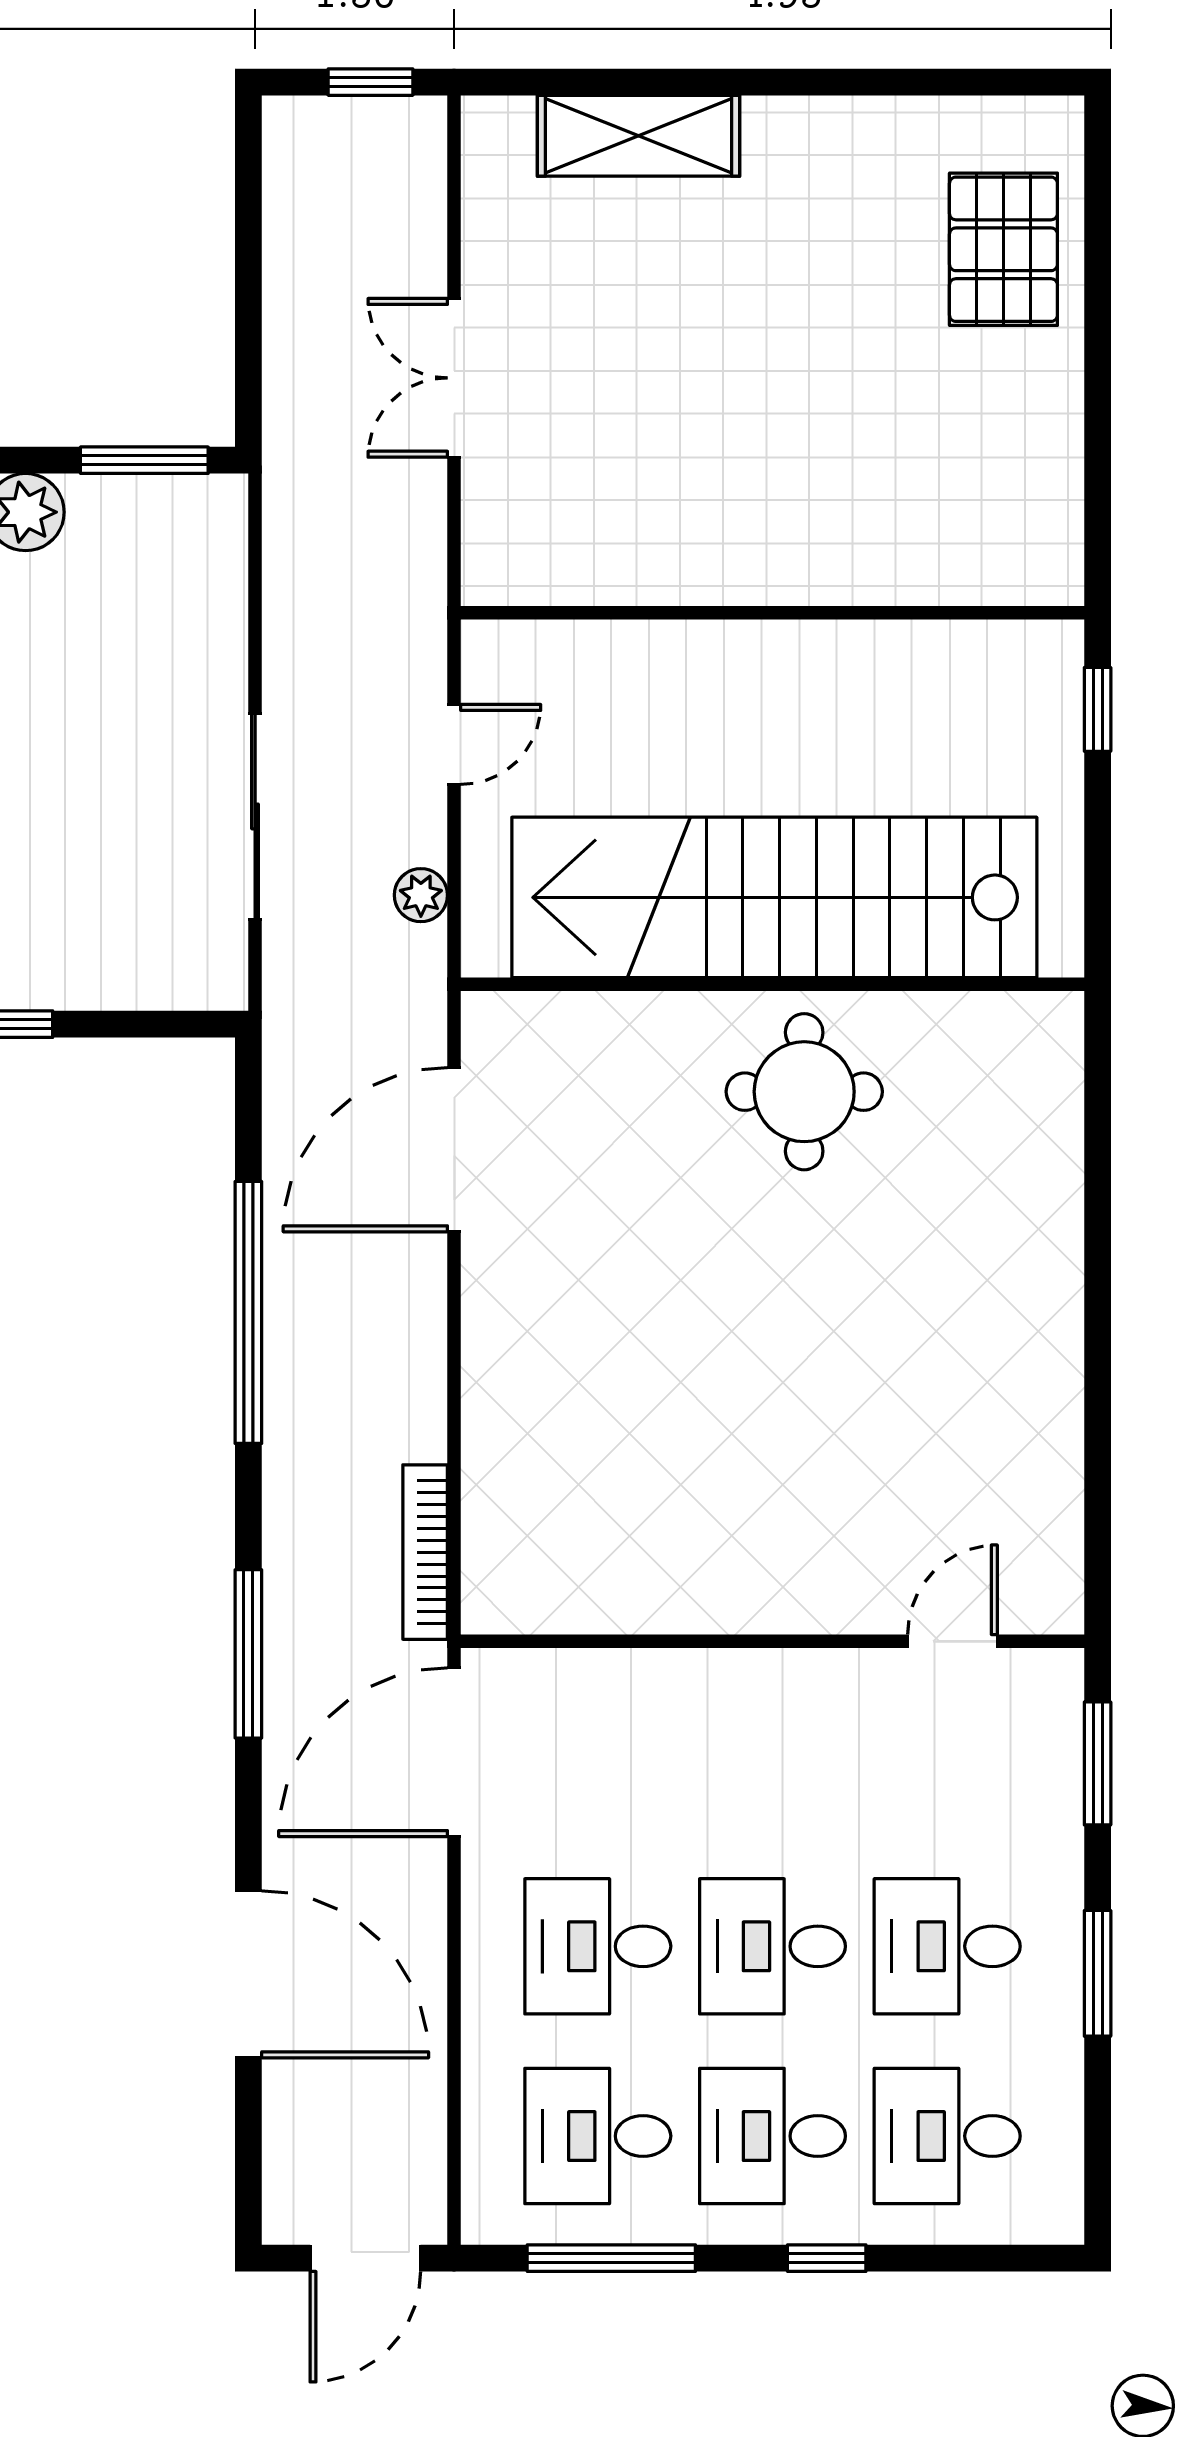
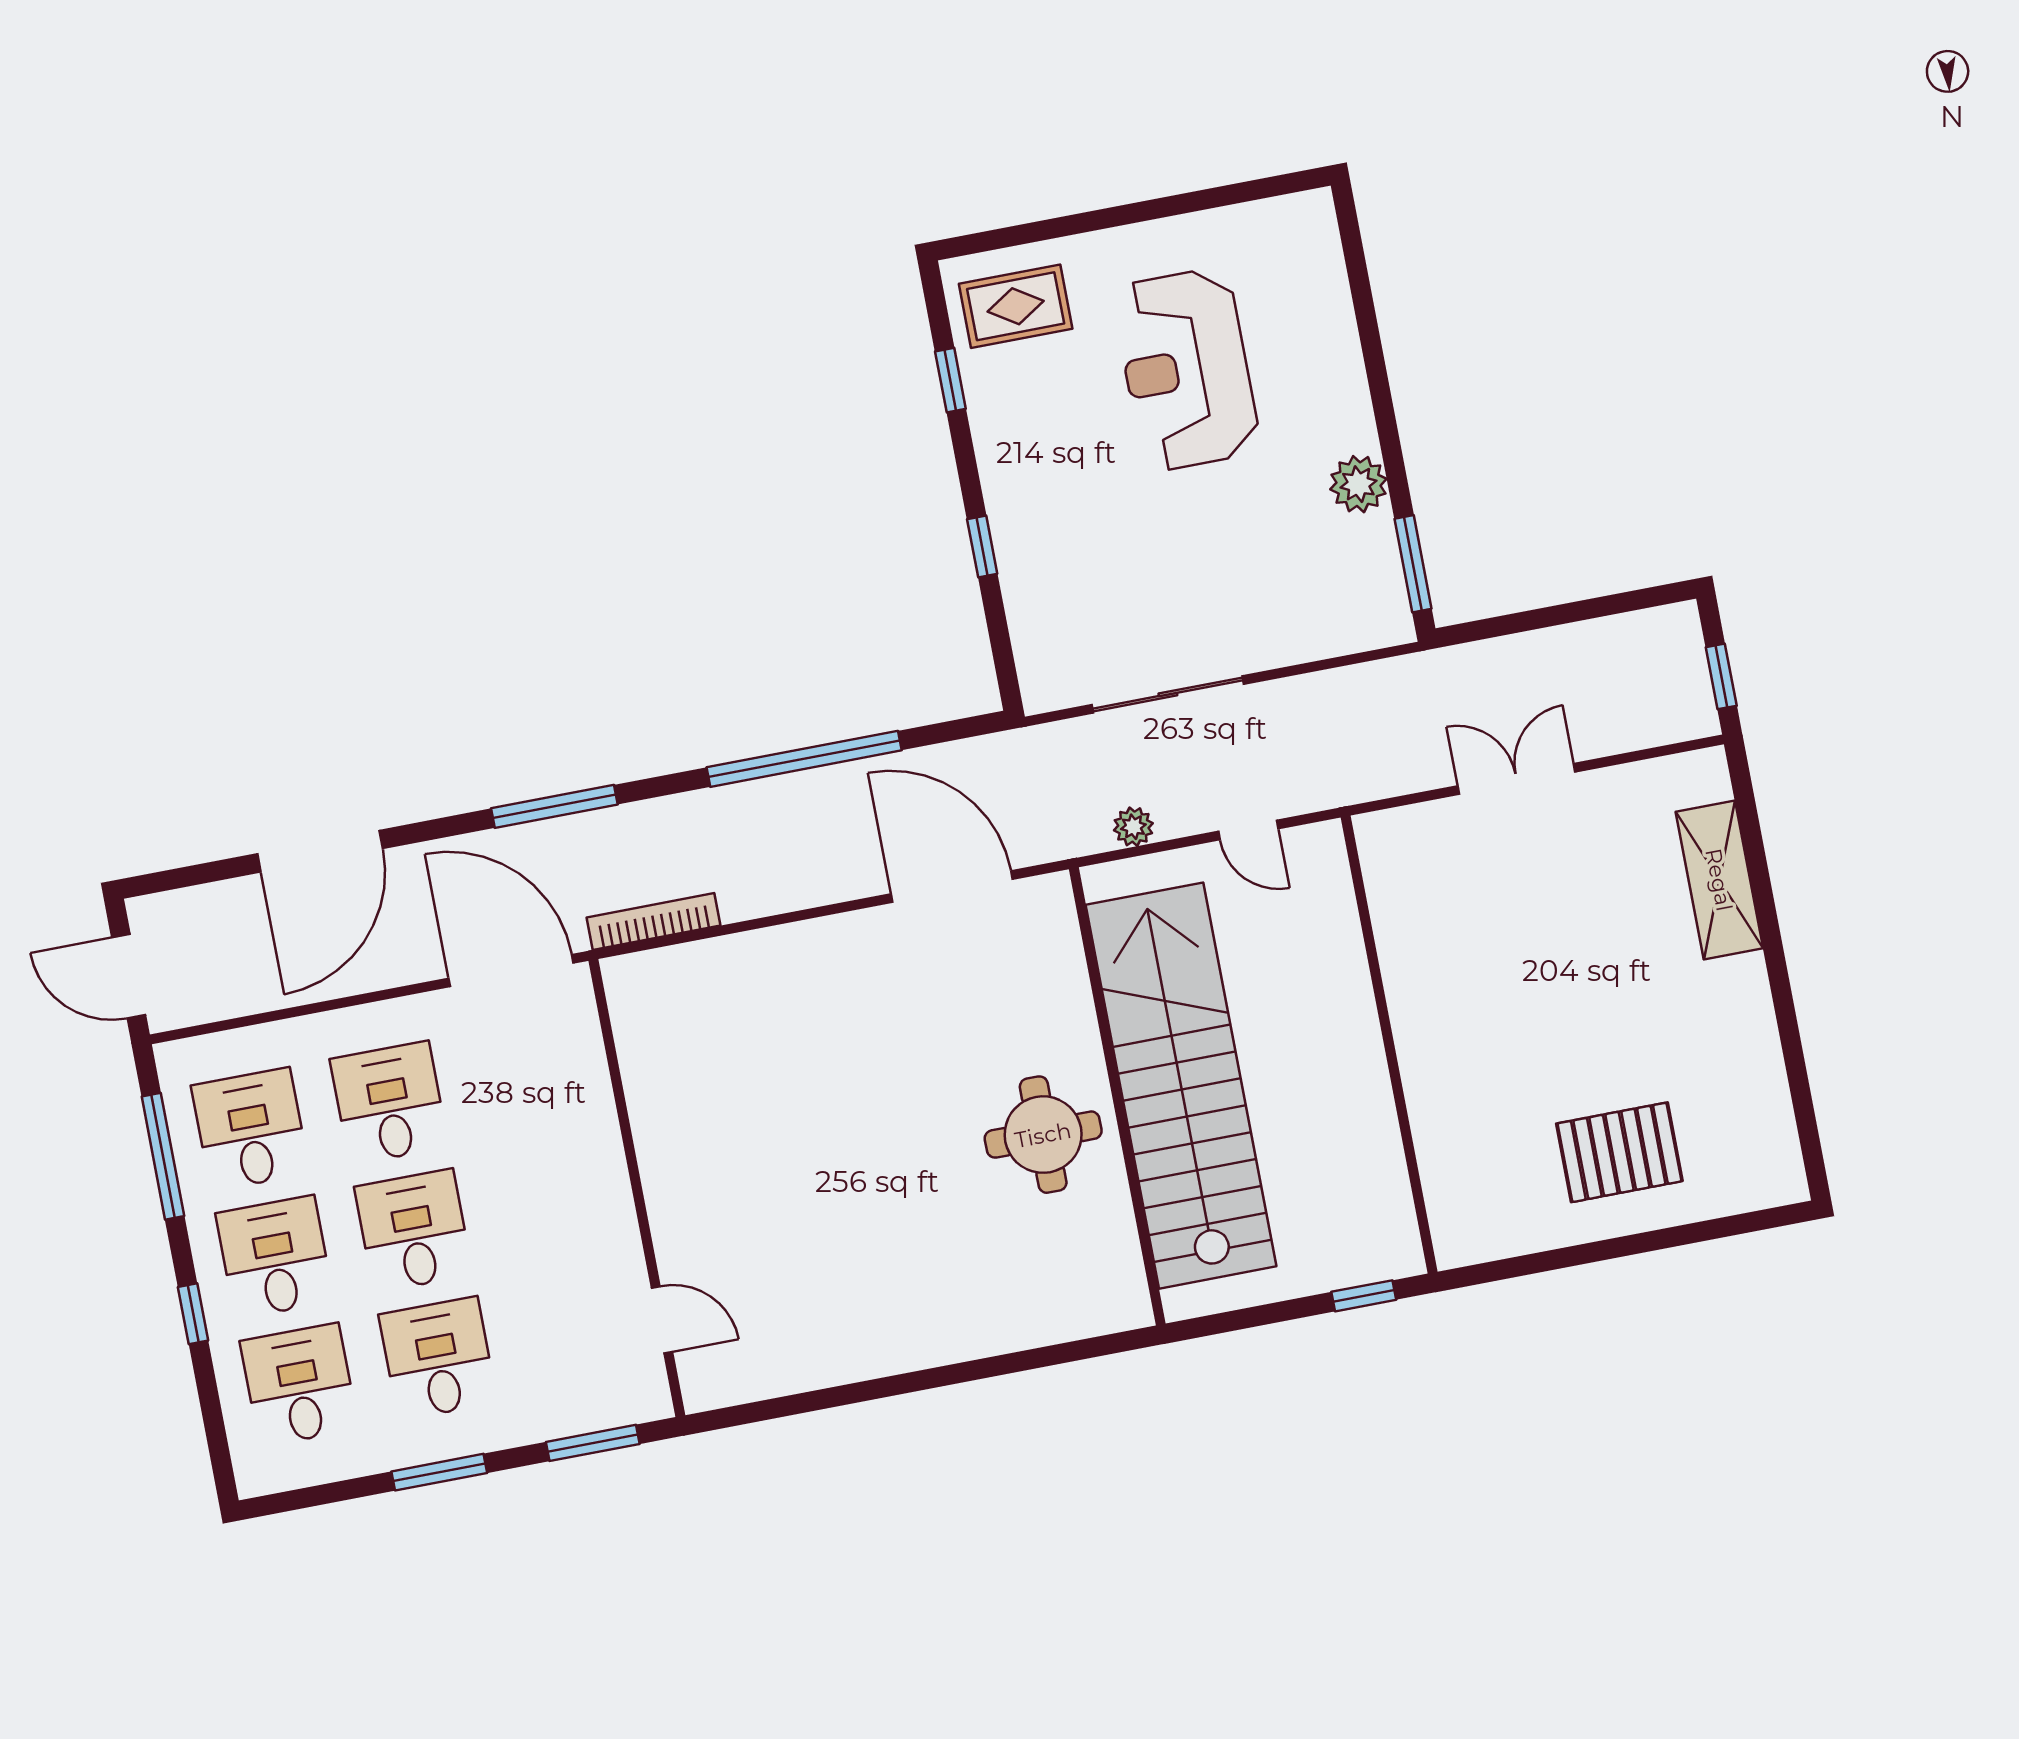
pallet: (1003, 249) -> (1619, 1152), moved

